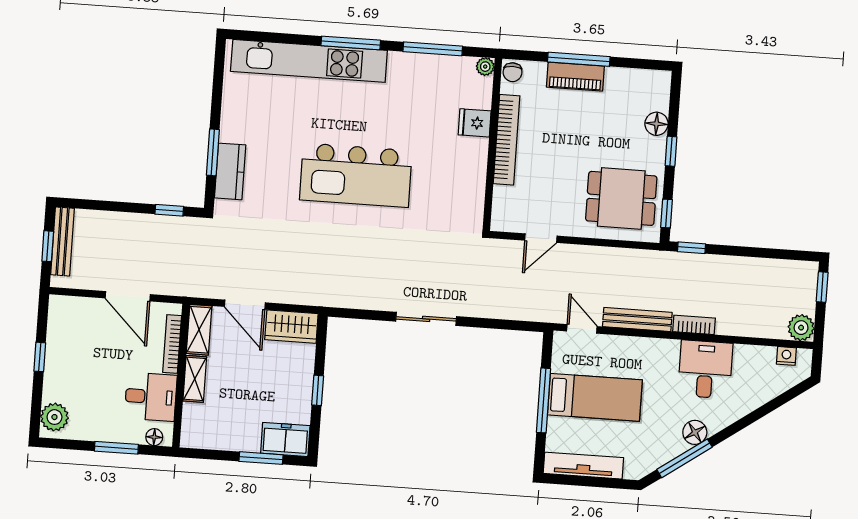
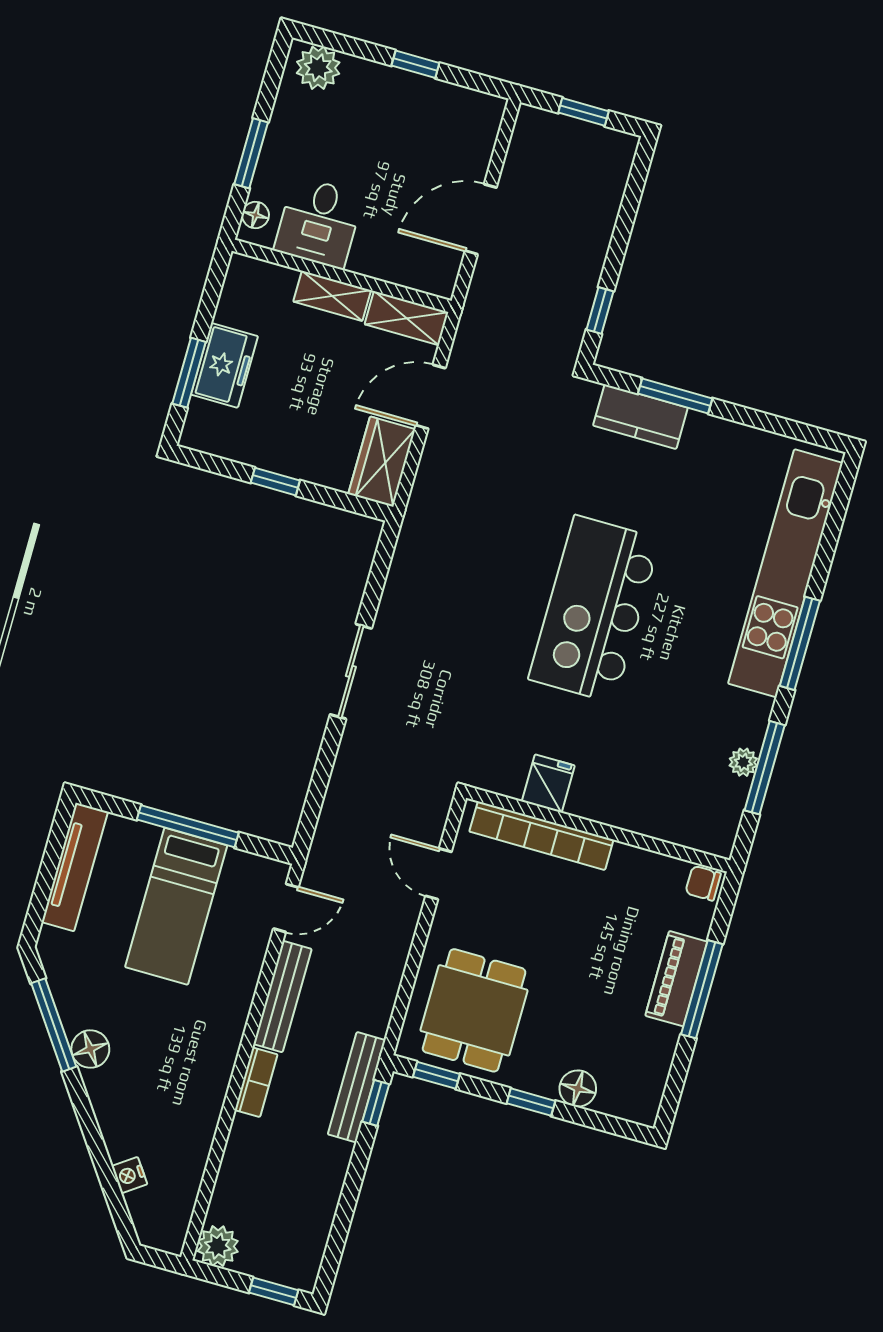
plant: (485, 67) -> (743, 762), moved
fridge: (475, 123) -> (548, 783), moved
bookcase: (507, 140) -> (541, 836), moved
bench: (62, 242) -> (357, 1087), moved, turned 90
bookcase: (172, 344) -> (393, 272), removed
nightstand: (786, 356) -> (129, 1175), moved, turned 145
desk: (705, 369) -> (184, 1085), removed
freezer: (285, 439) -> (224, 365), moved

